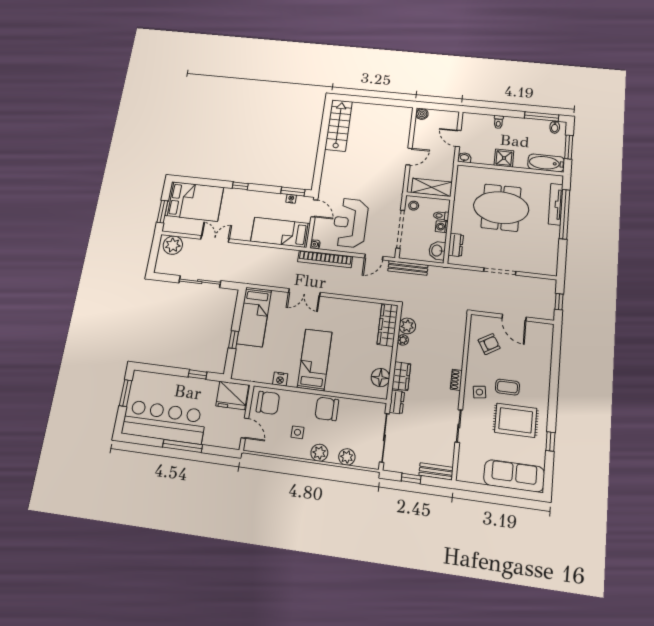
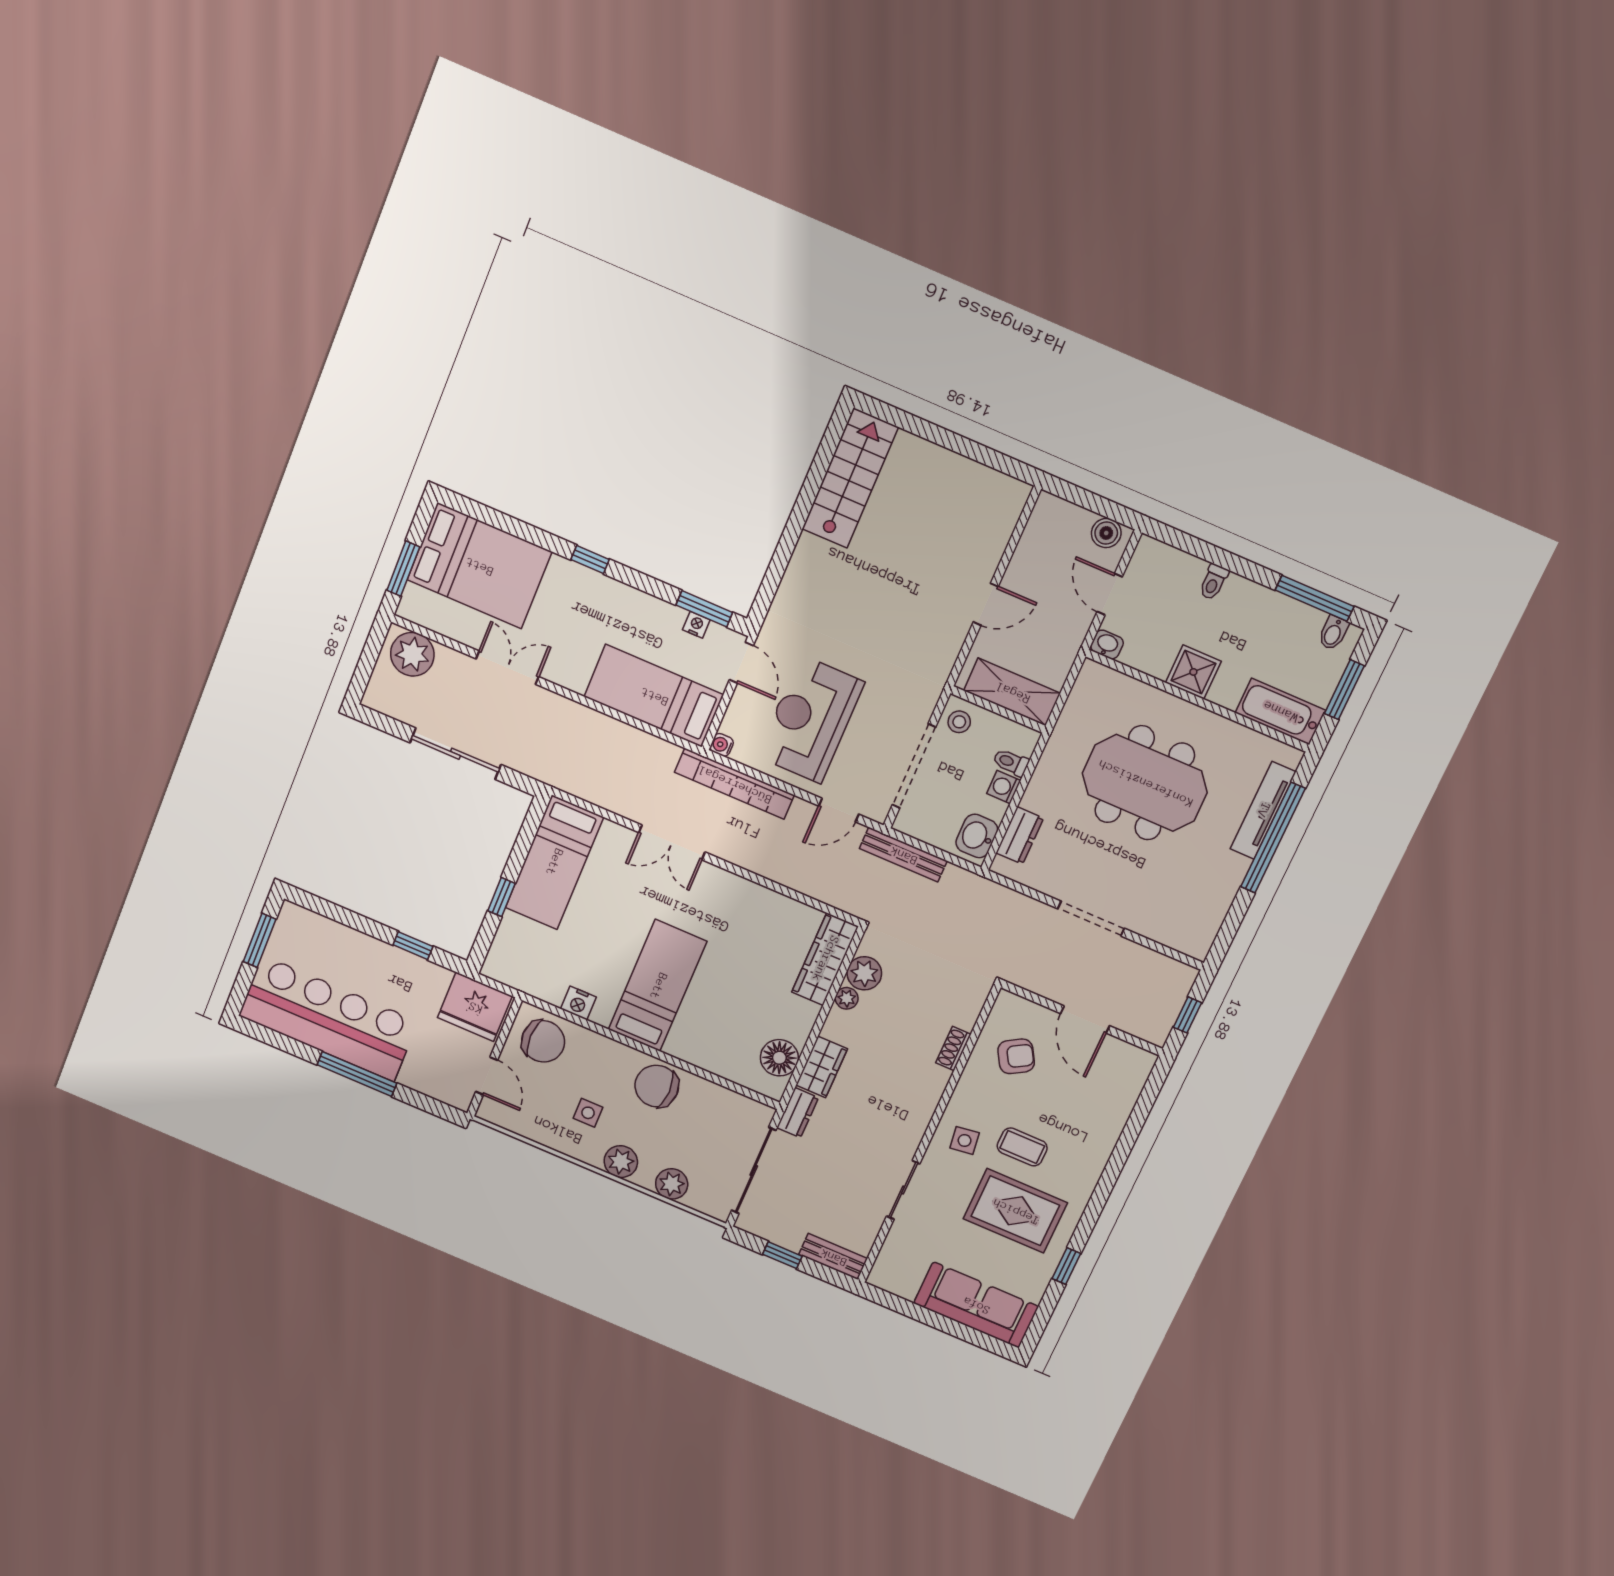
boiler: (422, 114) -> (1106, 533), moved
shoe rack: (456, 380) -> (953, 1049), moved

